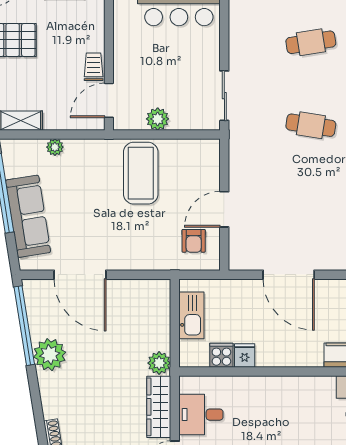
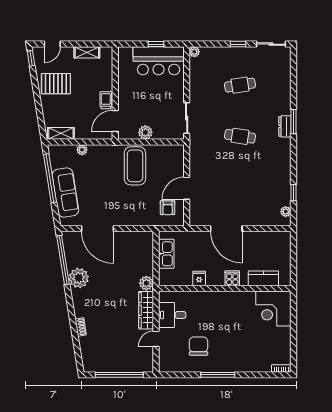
cooker: (221, 355) -> (232, 278), moved

